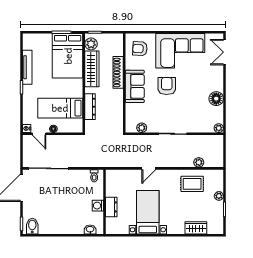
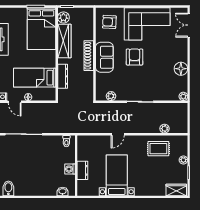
shoe rack: (118, 72) -> (89, 56), moved
wardrobe: (196, 228) -> (176, 190), moved

